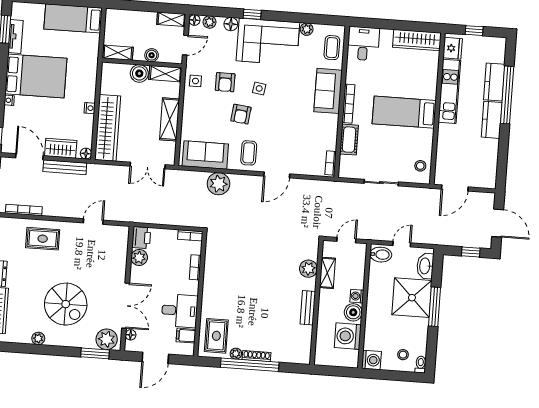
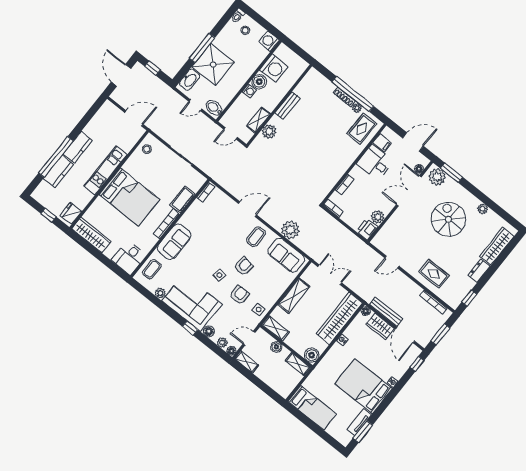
boiler: (139, 73) -> (312, 355), moved
kitchen unit: (449, 91) -> (105, 170), moved
bed: (404, 112) -> (129, 197), width x1.50

